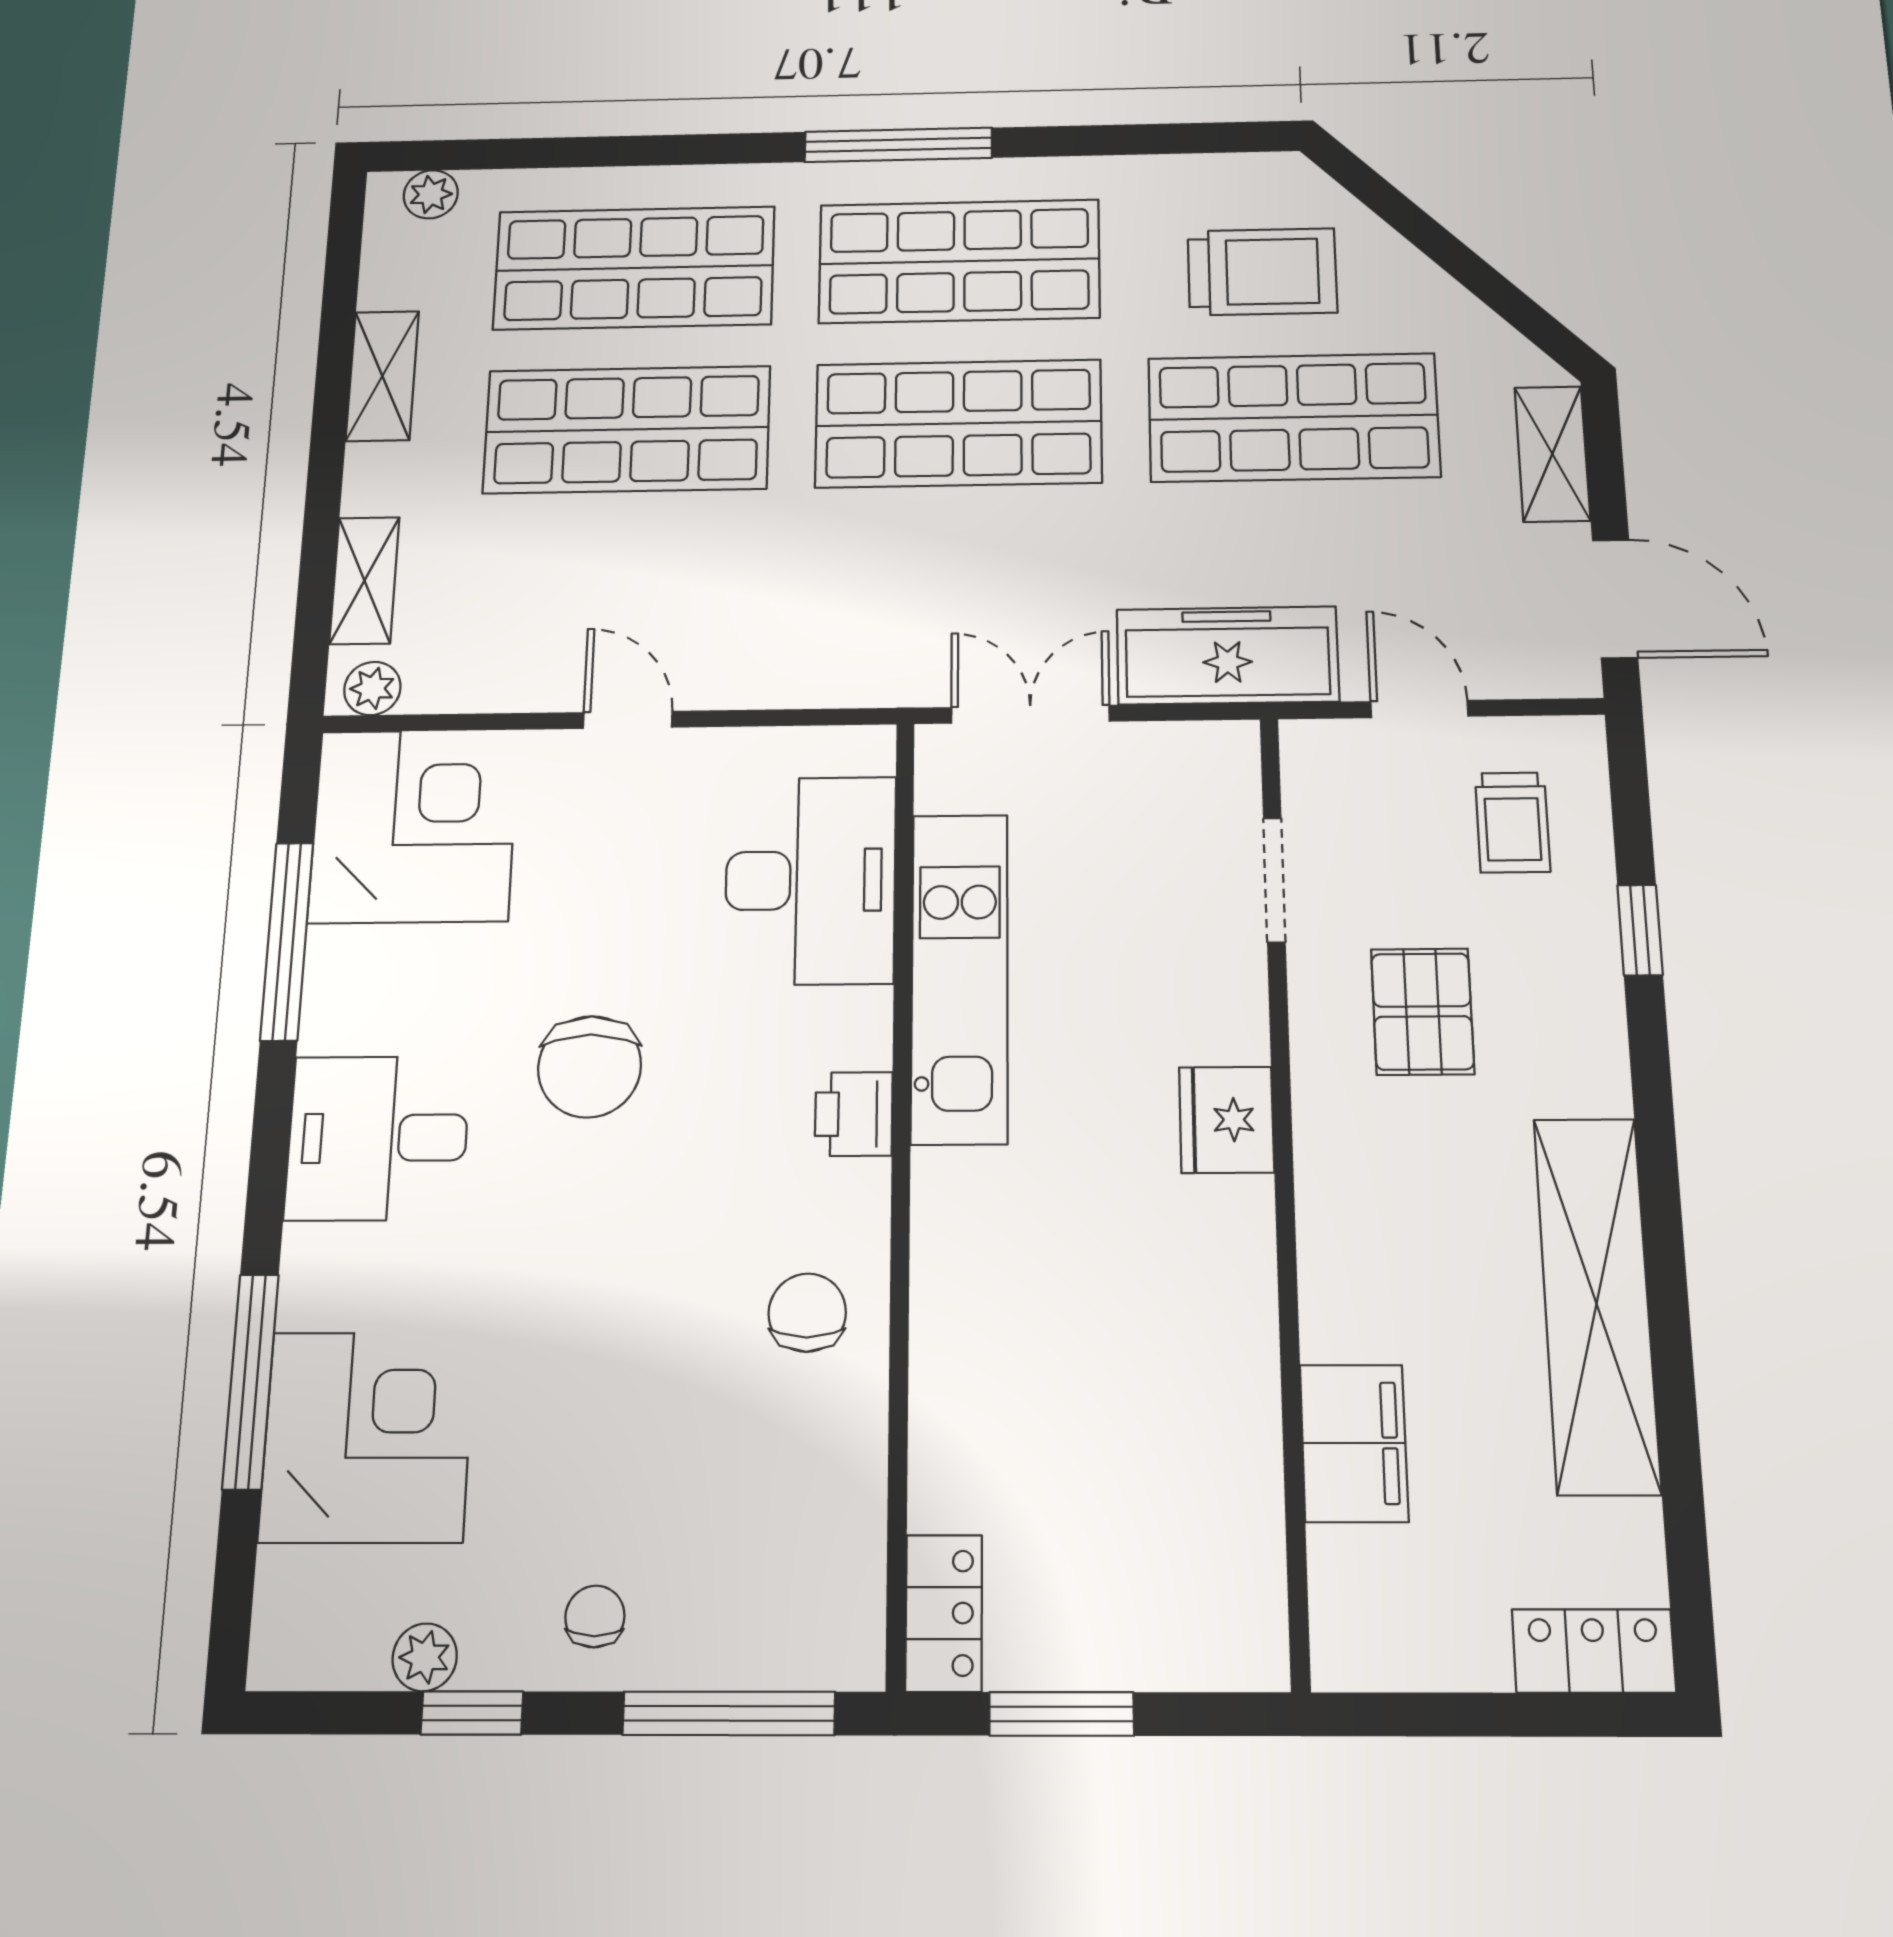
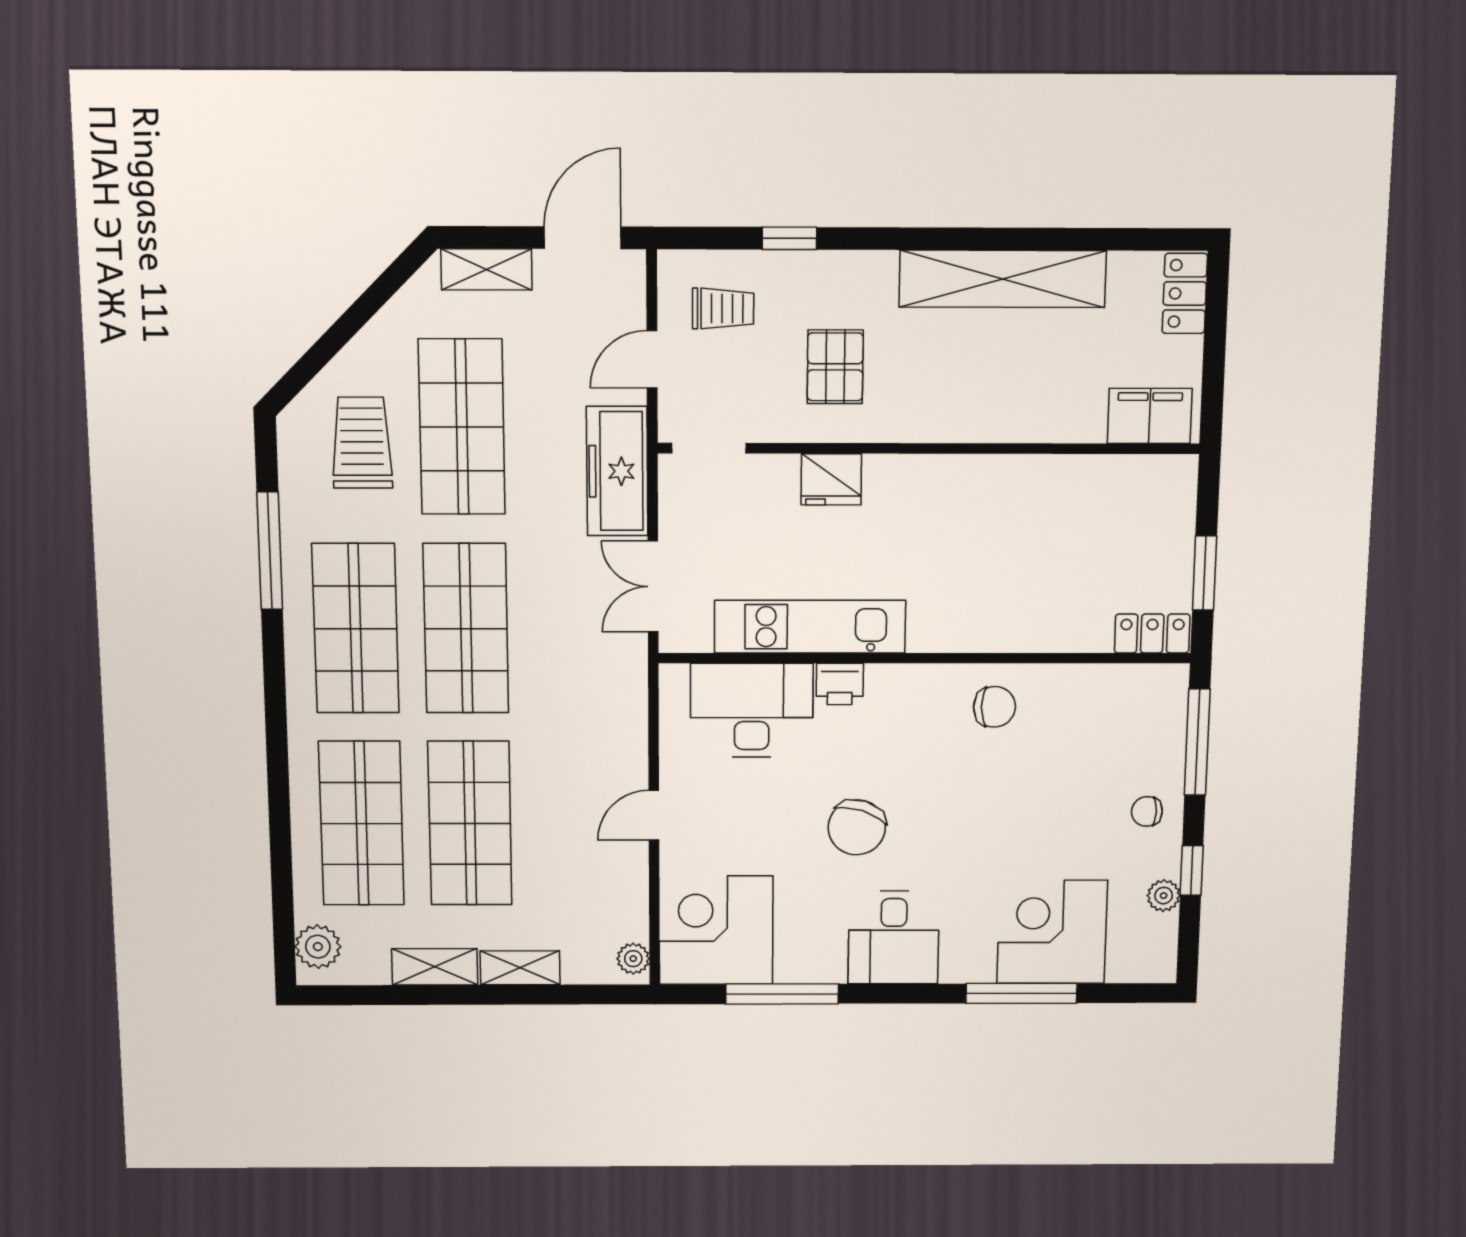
window: (898, 145) -> (270, 551), moved
plant: (431, 194) -> (318, 947), width x1.38, depth x1.38
shelving: (365, 581) -> (520, 968), moved
doorway: (1274, 880) -> (709, 448), moved
pallet: (1422, 1011) -> (835, 367), turned 90
chair: (590, 1067) -> (857, 827), turned 108
printer: (854, 1114) -> (840, 684), moved
fridge: (1226, 1120) -> (831, 479), moved
chair: (807, 1313) -> (994, 707), turned 180
filing cabinet: (1354, 1443) -> (1150, 416), moved

